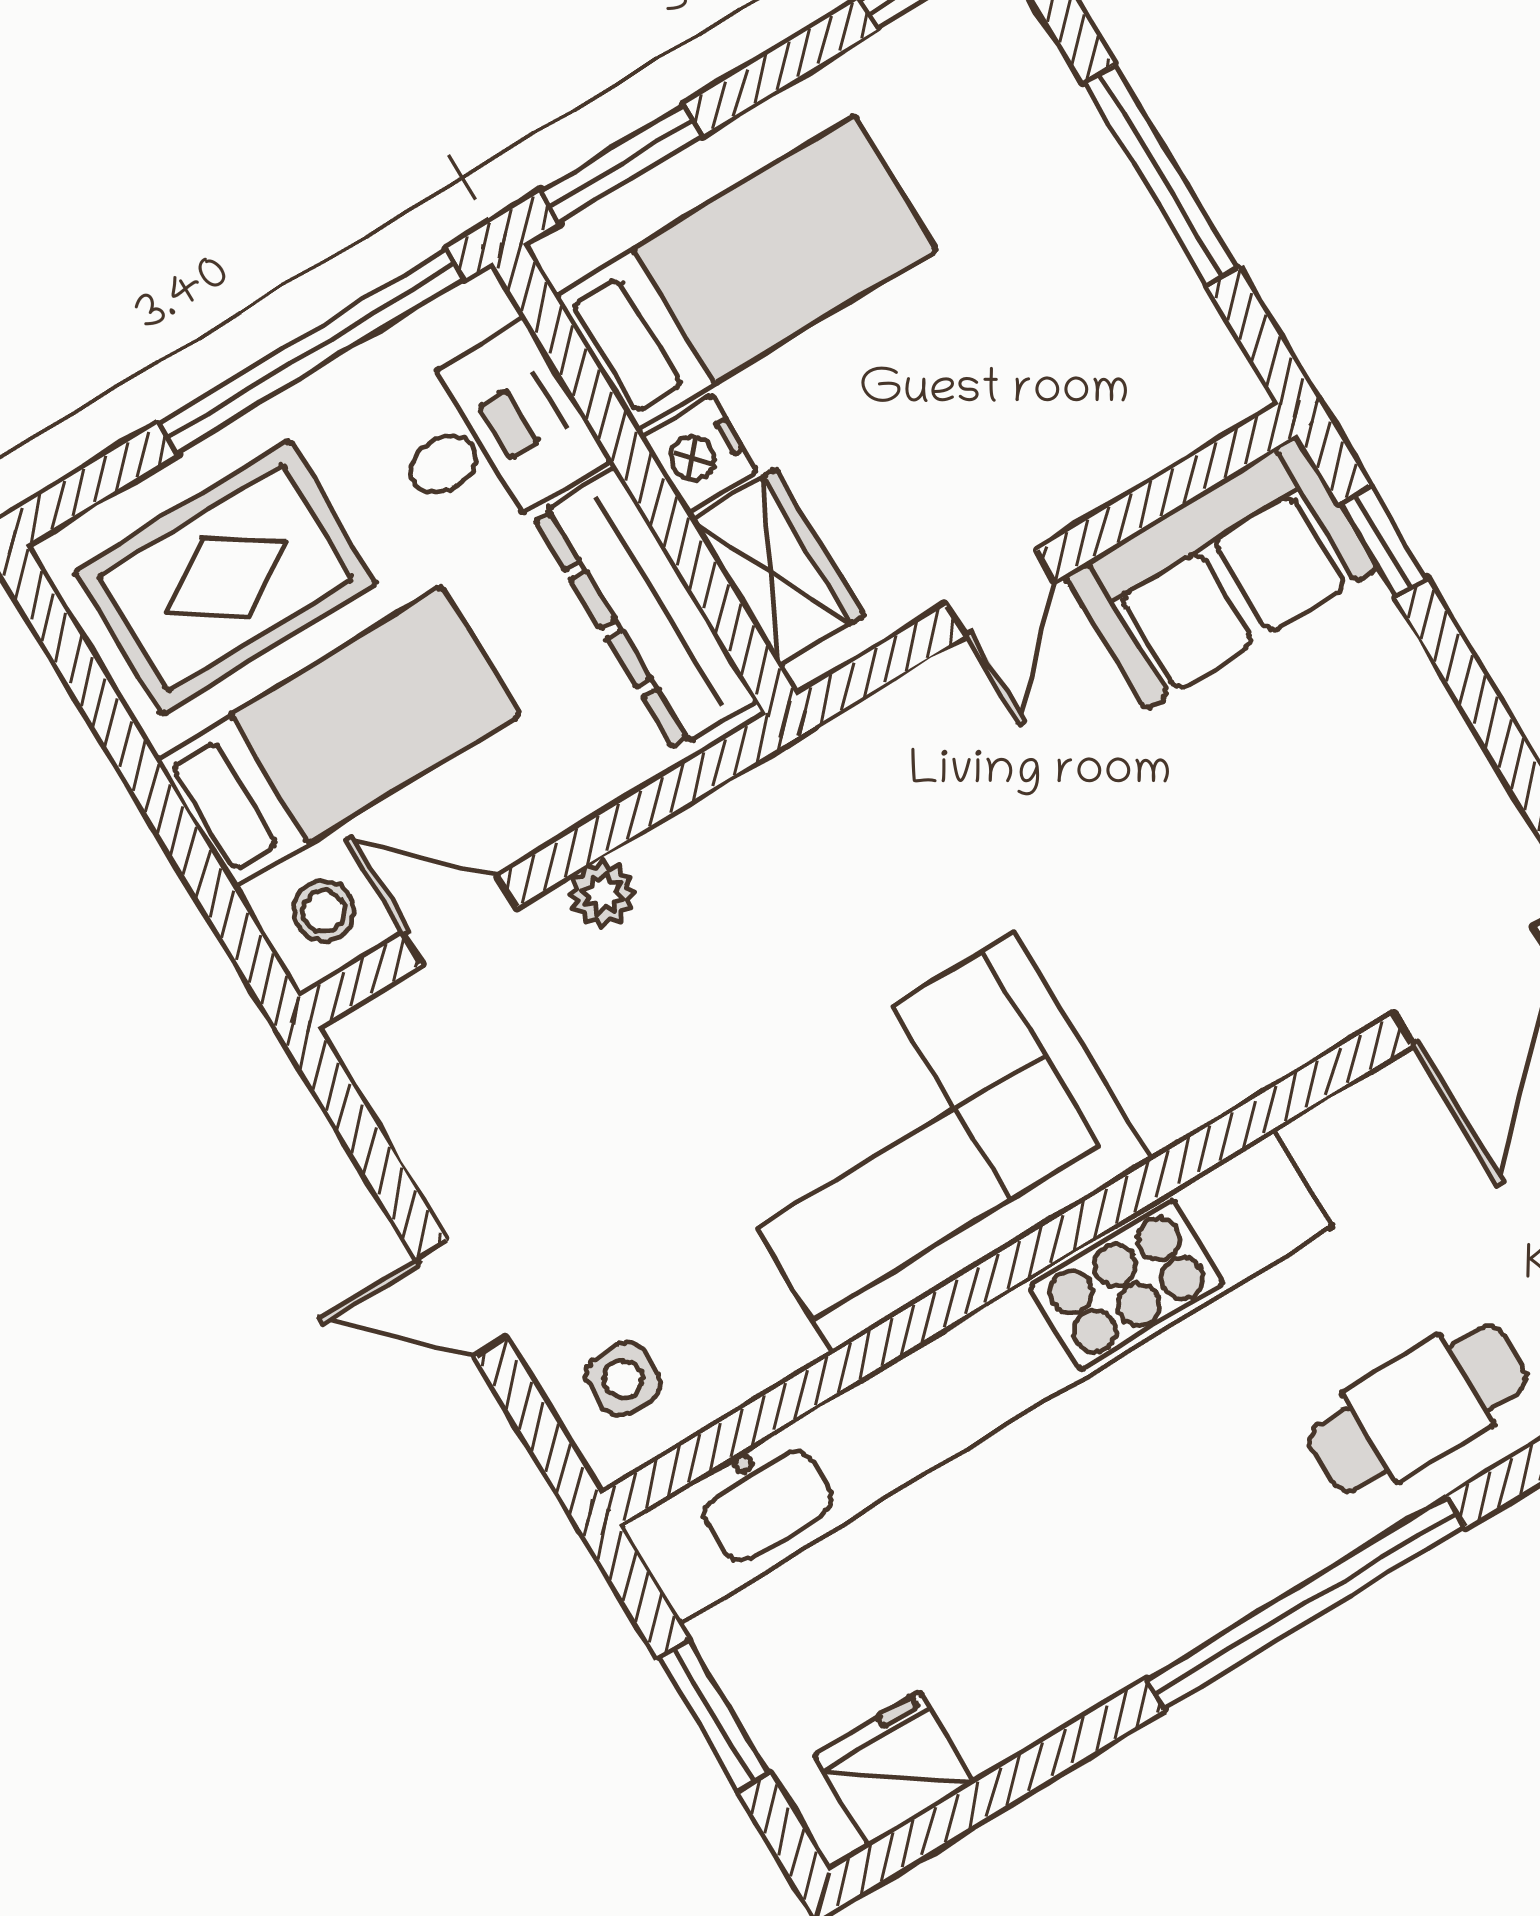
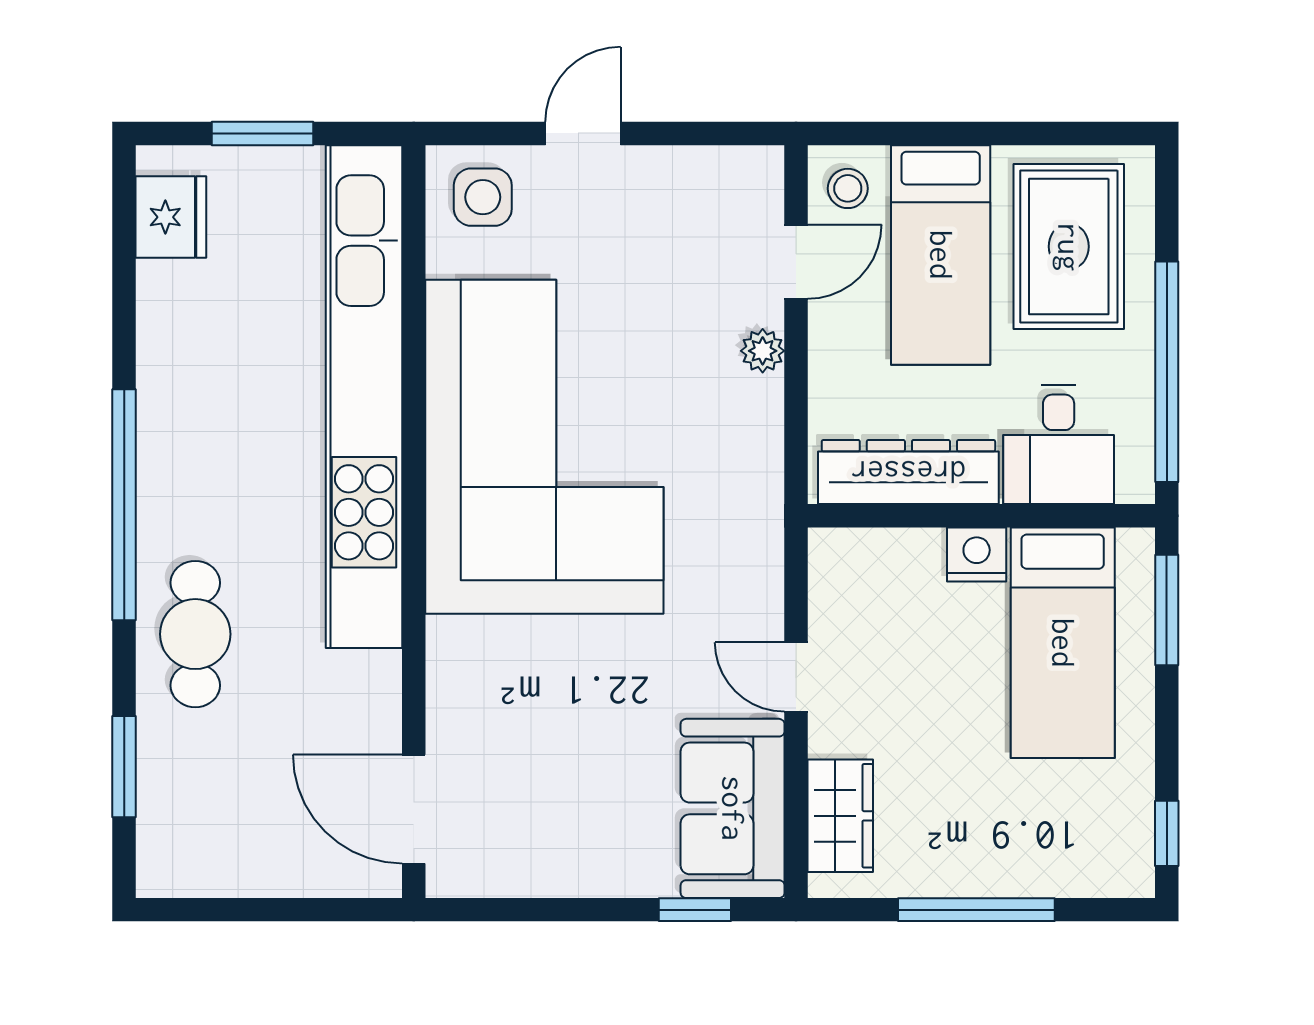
wardrobe: (777, 568) -> (840, 816), moved, turned -90
corner sofa: (924, 1143) -> (544, 447), width x1.36, depth x1.36
side table: (623, 1379) -> (483, 197), width x1.37, depth x1.37

